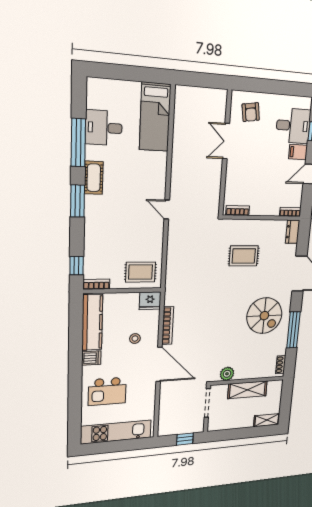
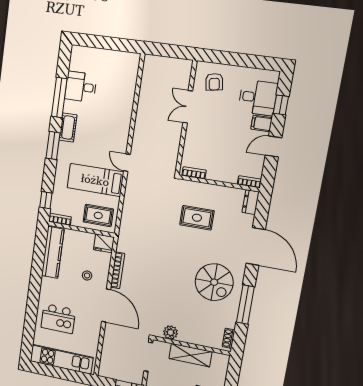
bed: (155, 117) -> (95, 180), moved, turned 90
dishwasher: (91, 358) -> (48, 284), removed

